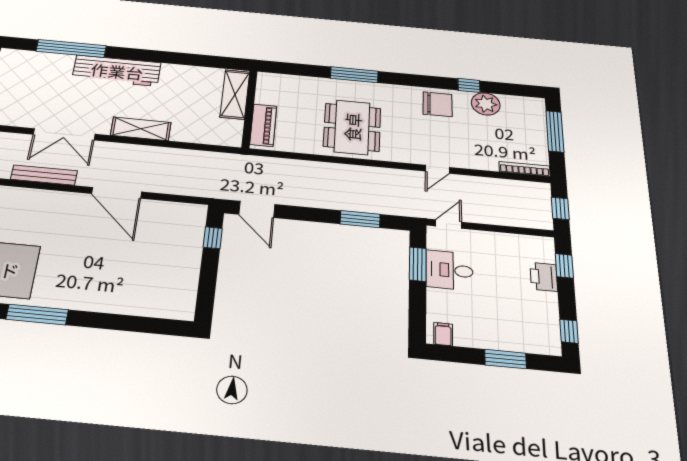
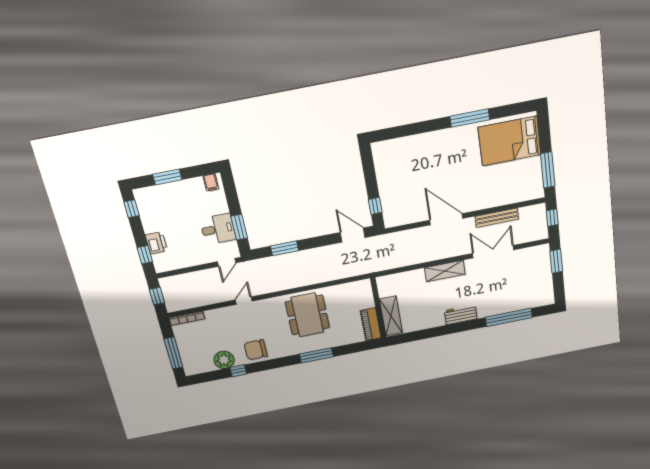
workbench: (117, 71) -> (461, 315), width x0.53, depth x0.76
piano: (263, 125) -> (371, 324), moved

